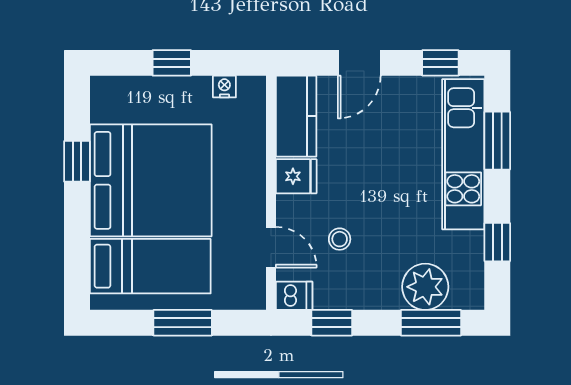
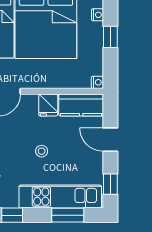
nightstand: (131, 86) -> (97, 15), added
nightstand: (224, 87) -> (97, 82), moved
stool: (340, 239) -> (42, 151), moved

